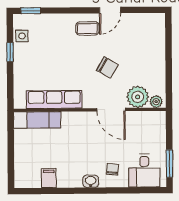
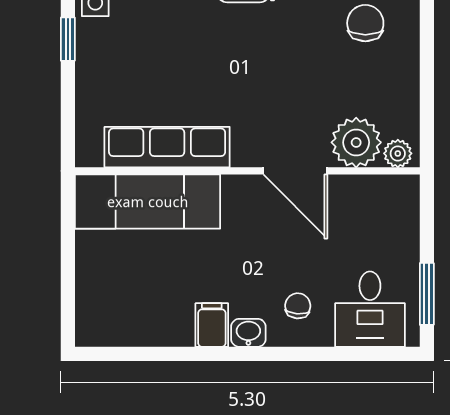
chair: (107, 67) -> (365, 23), moved, turned -120
exam couch: (37, 120) -> (148, 202), width x1.36, depth x1.45
filing cabinet: (49, 178) -> (212, 325), moved

